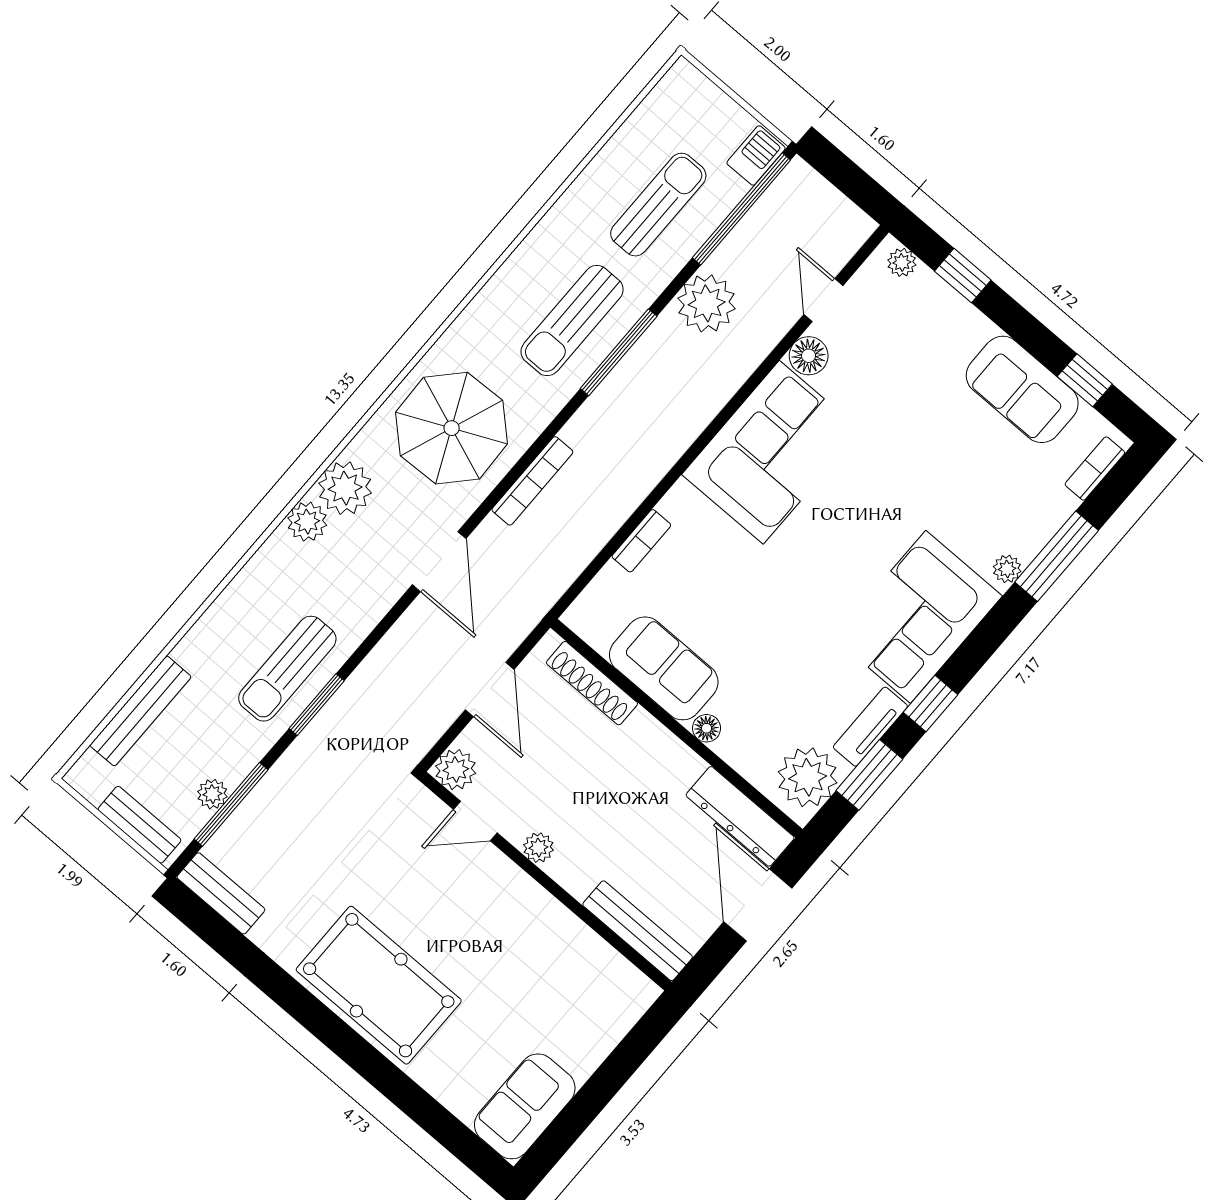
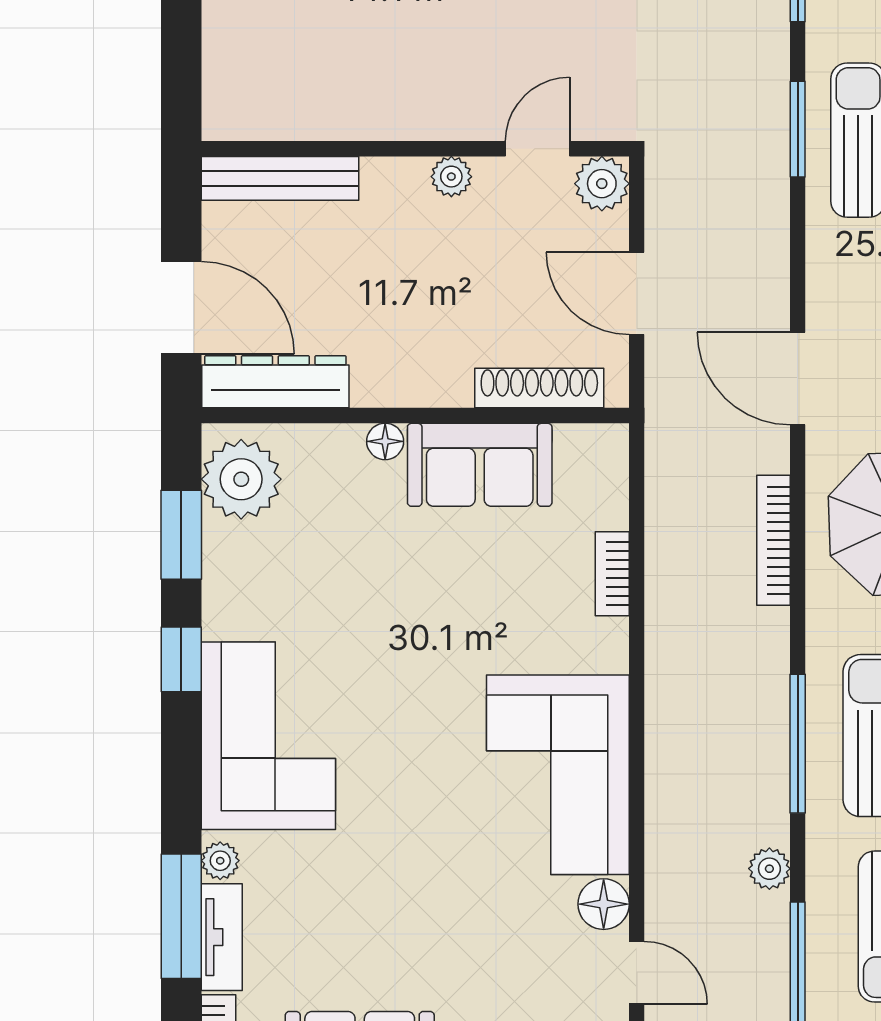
plant: (707, 303) -> (769, 869), width x0.53, depth x0.53
tv unit: (870, 727) -> (222, 937), moved

